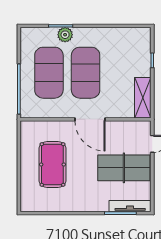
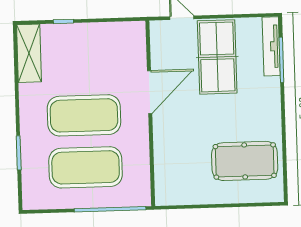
plant: (65, 35) -> (31, 146), removed
shelving: (143, 98) -> (29, 53), moved, turned 90
door: (90, 119) -> (150, 92), moved
pool table: (52, 164) -> (245, 161), moved

